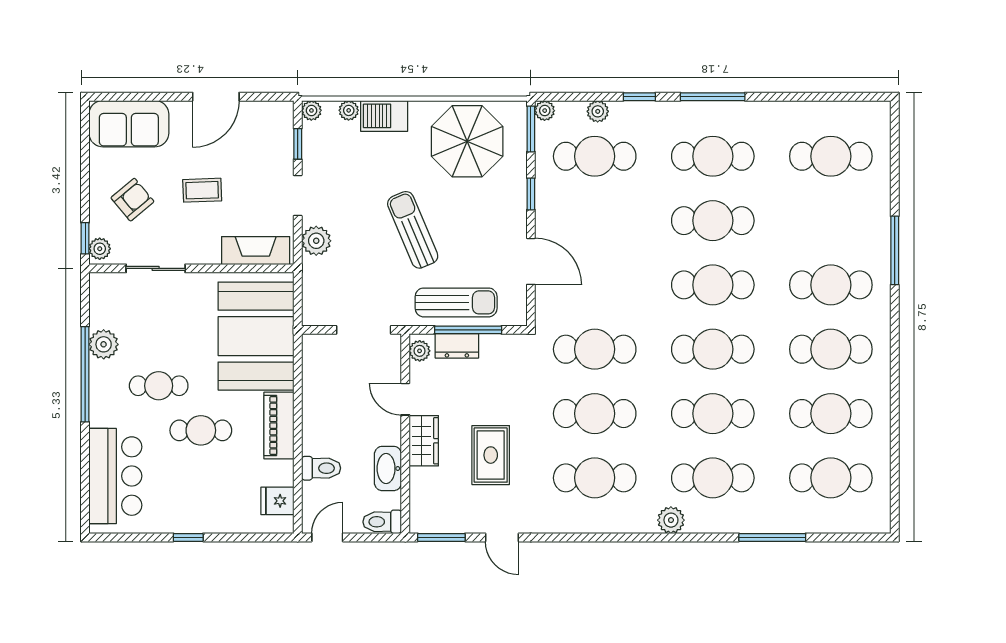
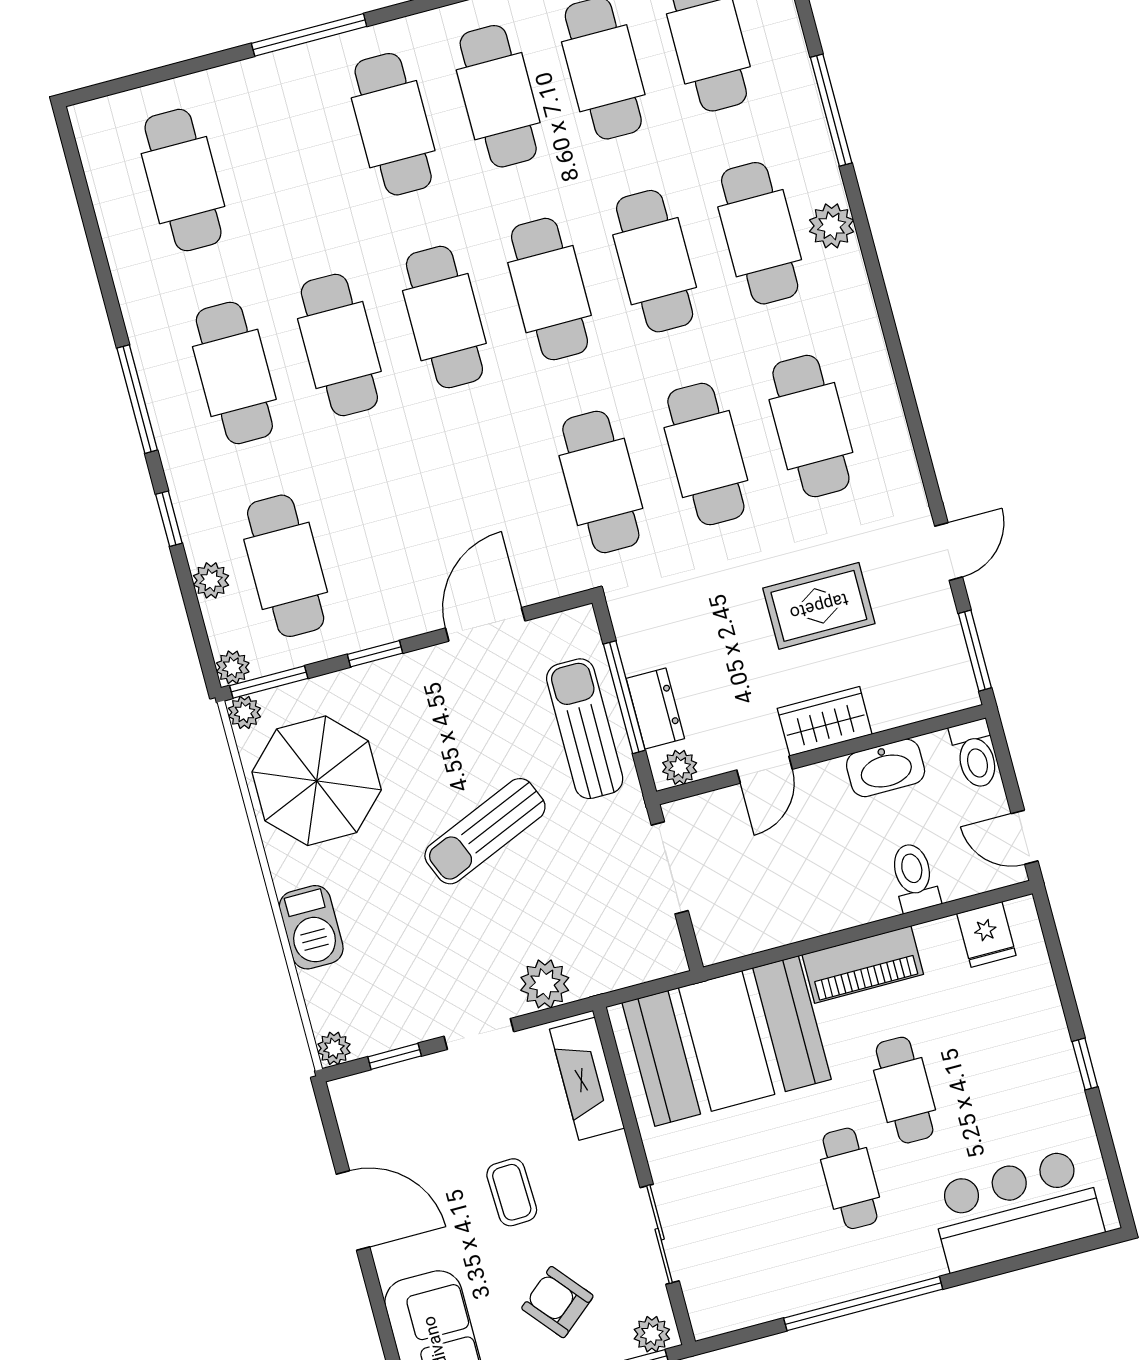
plant: (349, 110) -> (244, 712), moved
plant: (104, 344) -> (806, 1286), removed
plant: (671, 520) -> (832, 226), moved

